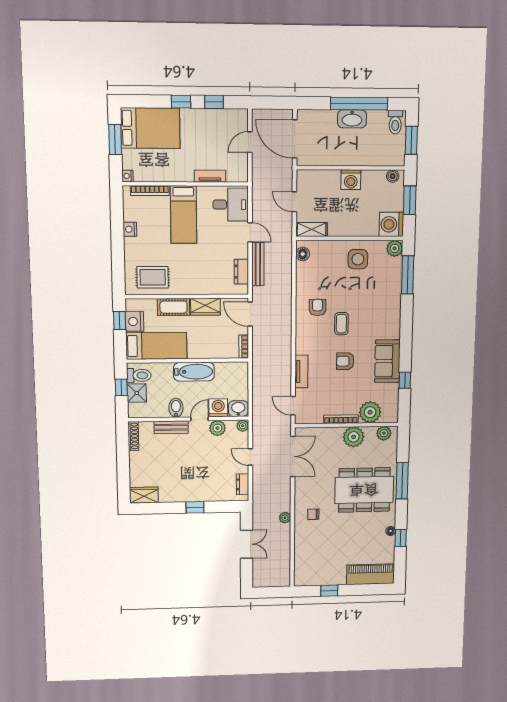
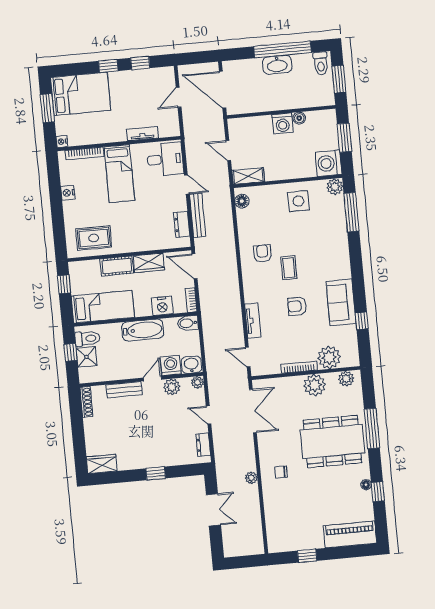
boiler: (393, 176) -> (299, 118), moved
nightstand: (135, 321) -> (162, 306), moved, turned -90
bidet: (176, 408) -> (188, 323), moved, turned -90

